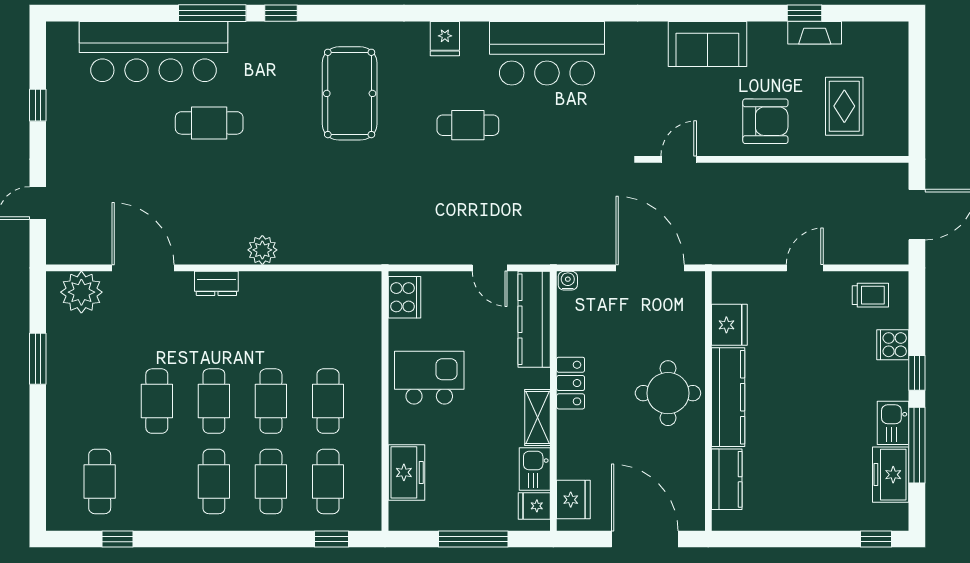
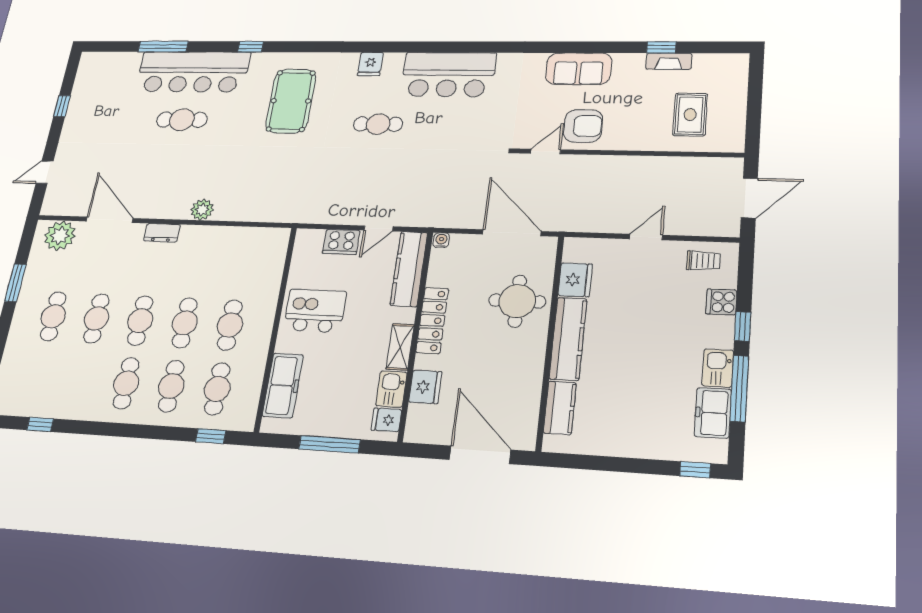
window: (212, 13) -> (163, 47), moved
bar counter: (154, 52) -> (193, 72), moved
armchair: (765, 121) -> (583, 126), moved
door: (490, 268) -> (378, 228), hinge flipped
cooker: (404, 297) -> (341, 242), moved, turned 90
locker: (571, 383) -> (432, 320), width x1.53
round table: (668, 393) -> (517, 301), moved
freezer: (406, 472) -> (283, 385), width x1.40
cafe table: (100, 481) -> (53, 316), moved
fridge: (573, 500) -> (425, 387), moved

